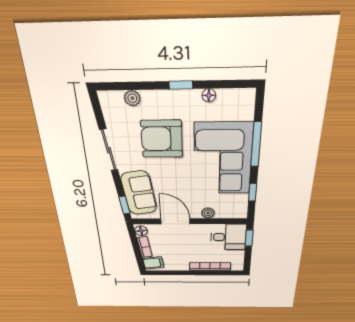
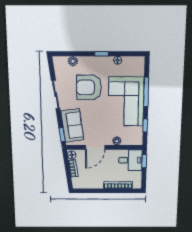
door: (175, 221) -> (95, 147), swing flipped
filing cabinet: (153, 263) -> (78, 182), removed

